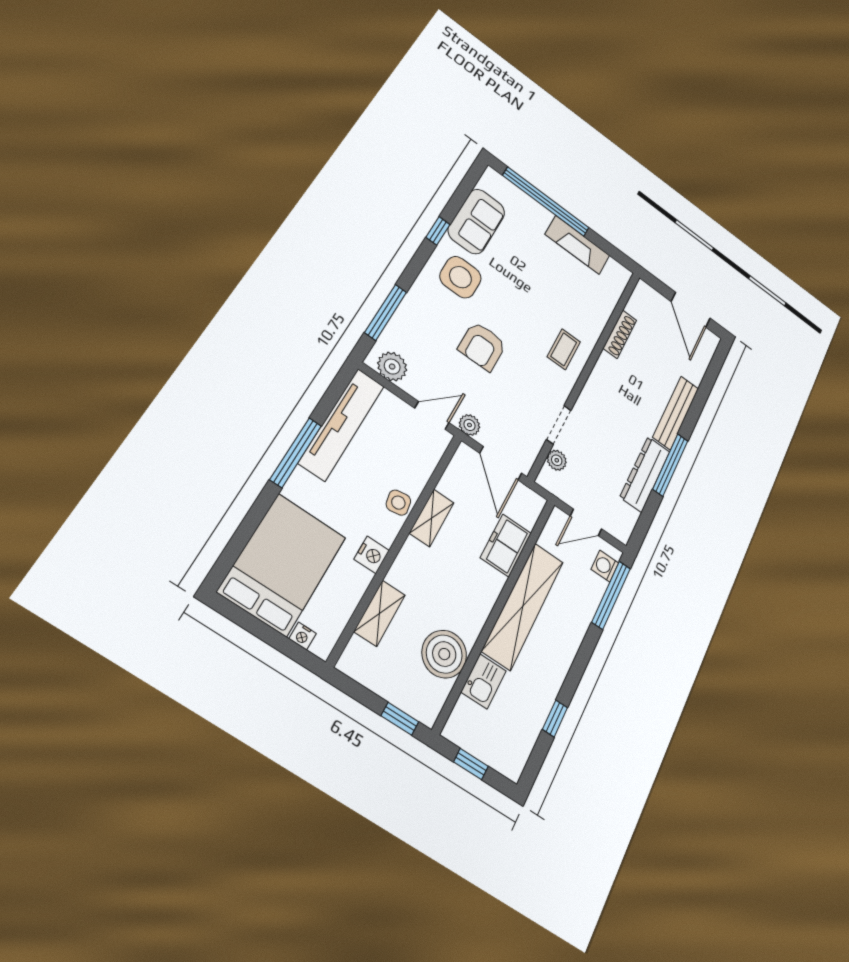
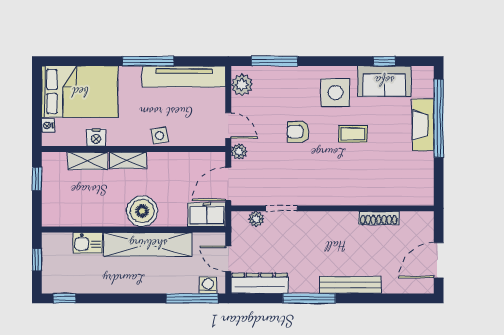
window: (438, 231) -> (384, 61), moved
fireplace: (577, 245) -> (423, 125), moved
armchair: (482, 346) -> (298, 132), width x0.72, depth x0.72
coffee table: (564, 349) -> (353, 134), moved
dresser: (645, 474) -> (260, 283), moved
shelving: (432, 518) -> (128, 160), moved
freezer: (506, 545) -> (207, 214), moved
nightstand: (372, 555) -> (96, 138), moved
boiler: (444, 654) -> (142, 211), moved
window: (555, 718) -> (65, 298), moved
window: (400, 719) -> (37, 179), moved

